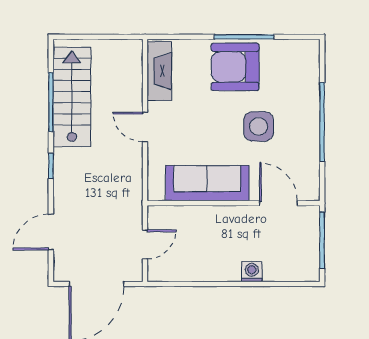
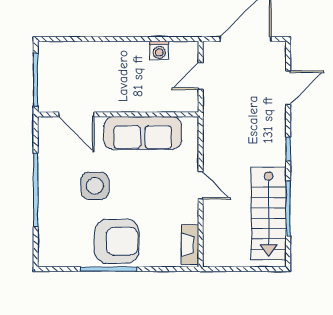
fireplace: (159, 71) -> (190, 245), width x0.73, depth x0.76
washing machine: (252, 272) -> (159, 51), moved

